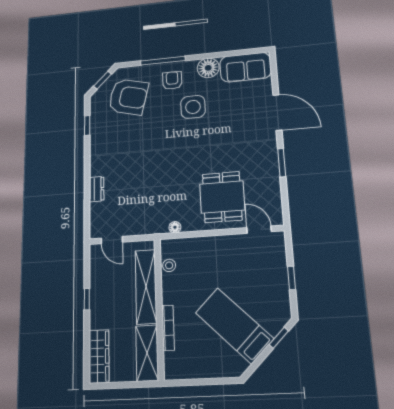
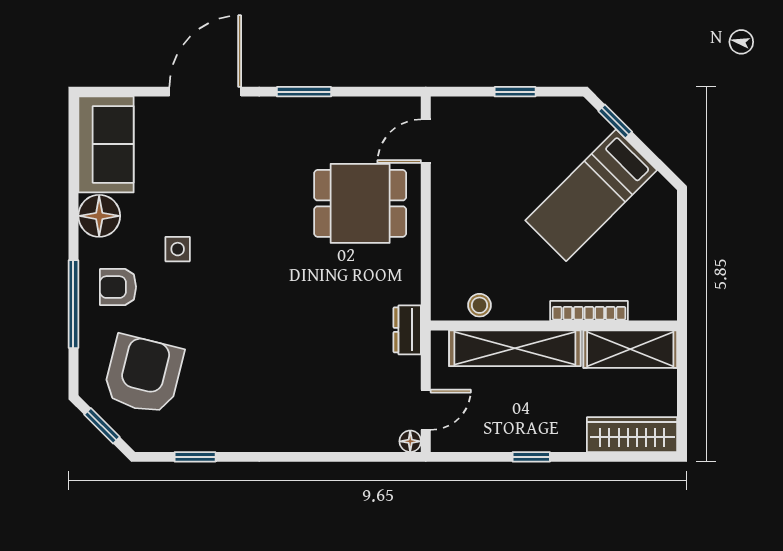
side table: (193, 107) -> (178, 249), width x0.54, depth x0.54
dresser: (97, 189) -> (407, 330), moved, turned -90
floor lamp: (175, 227) -> (410, 441), moved

